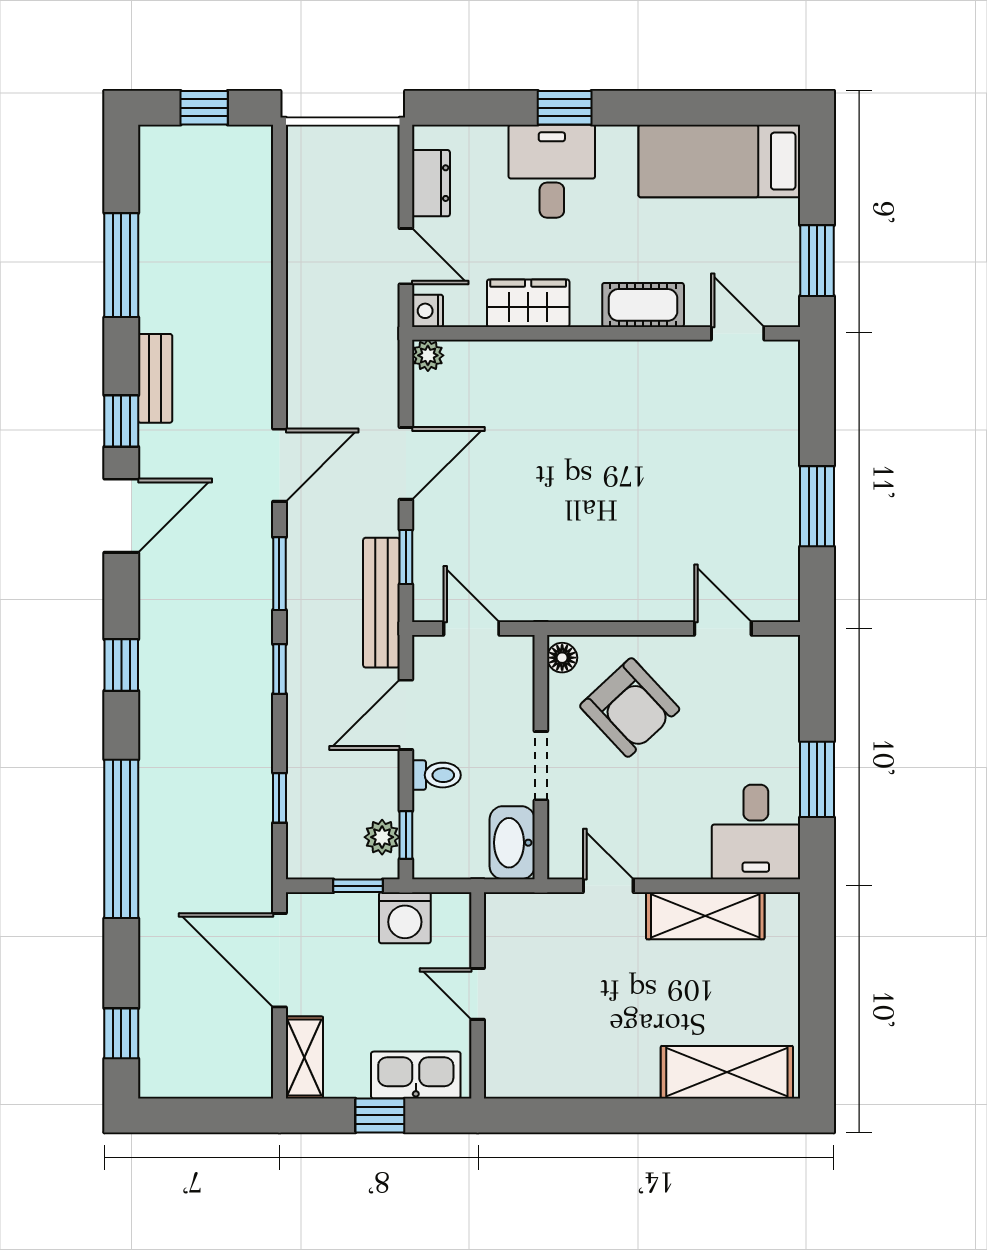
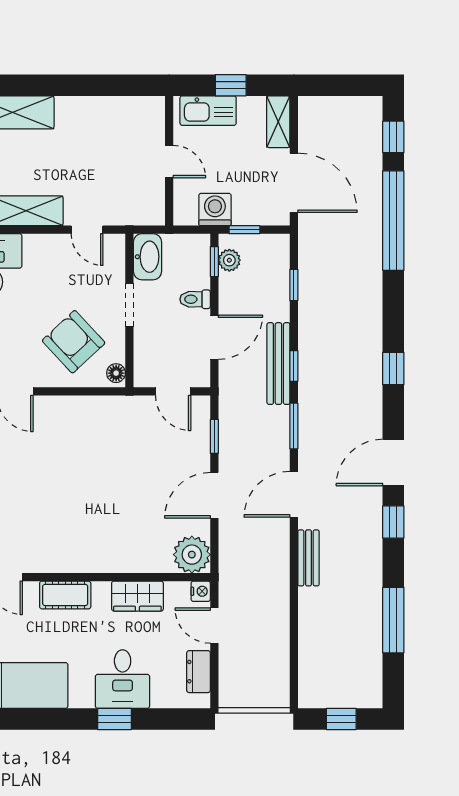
plant: (428, 355) -> (192, 555), width x1.87, depth x1.87
bench: (155, 378) -> (309, 558), moved
bench: (381, 603) -> (278, 364), moved
window: (121, 839) -> (393, 221), moved

